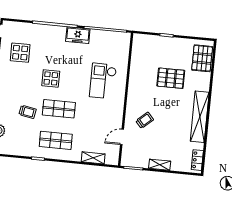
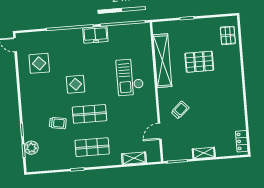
pallet: (202, 58) -> (228, 35), width x0.67, depth x0.71
shelving: (200, 117) -> (162, 61), moved

